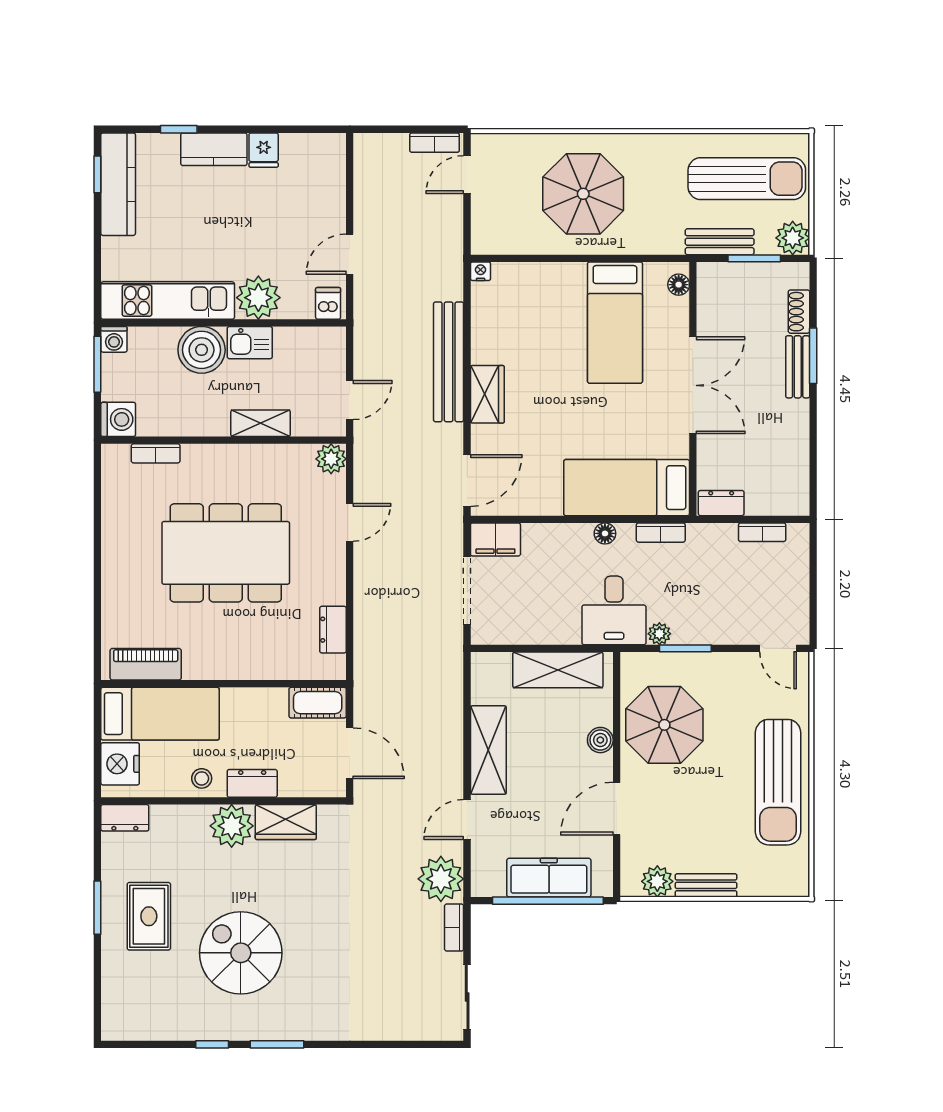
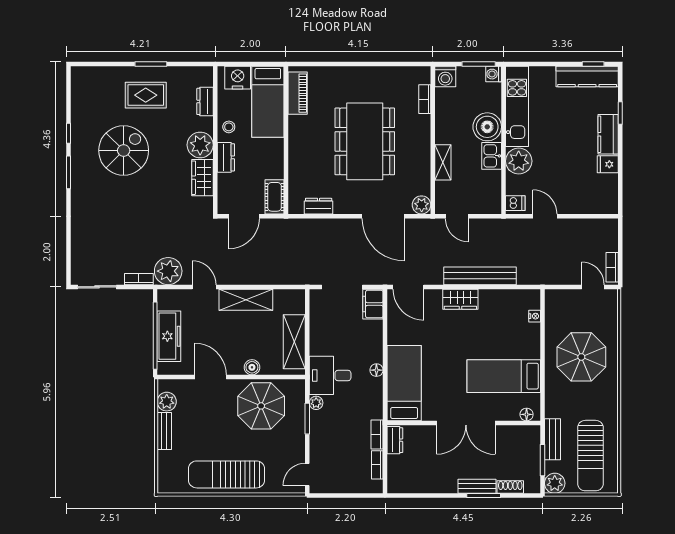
nightstand: (481, 271) -> (535, 316), moved
door: (350, 522) -> (383, 216), width x1.88
bookcase: (661, 533) -> (377, 435), moved
dresser: (125, 818) -> (205, 101), moved

